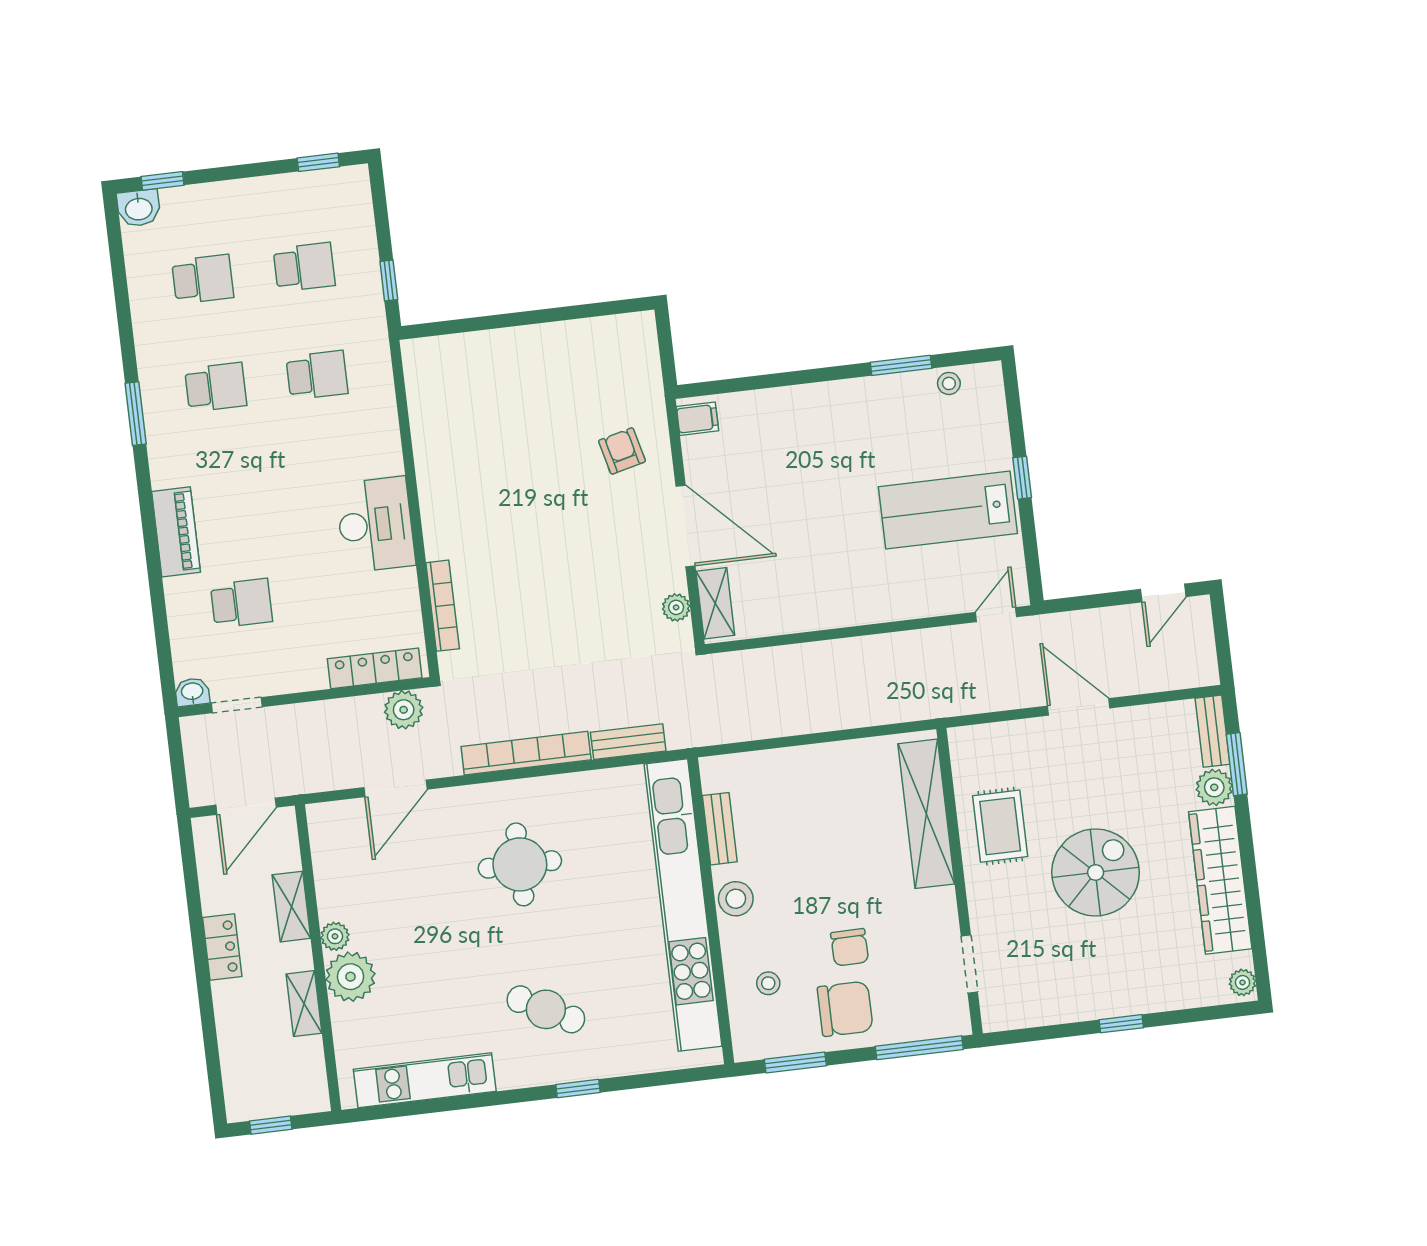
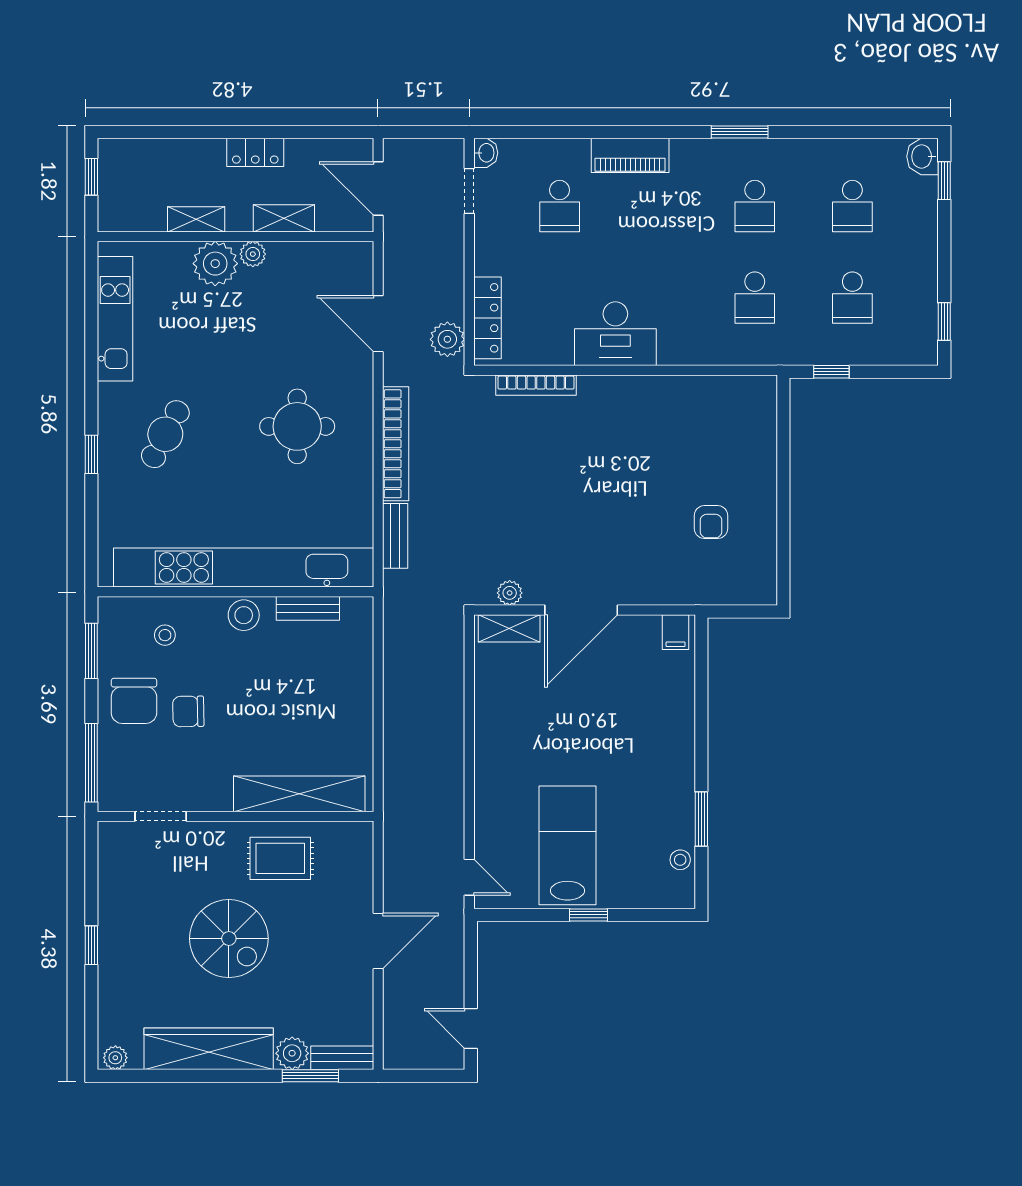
armchair: (622, 451) -> (711, 522), moved, turned 104

